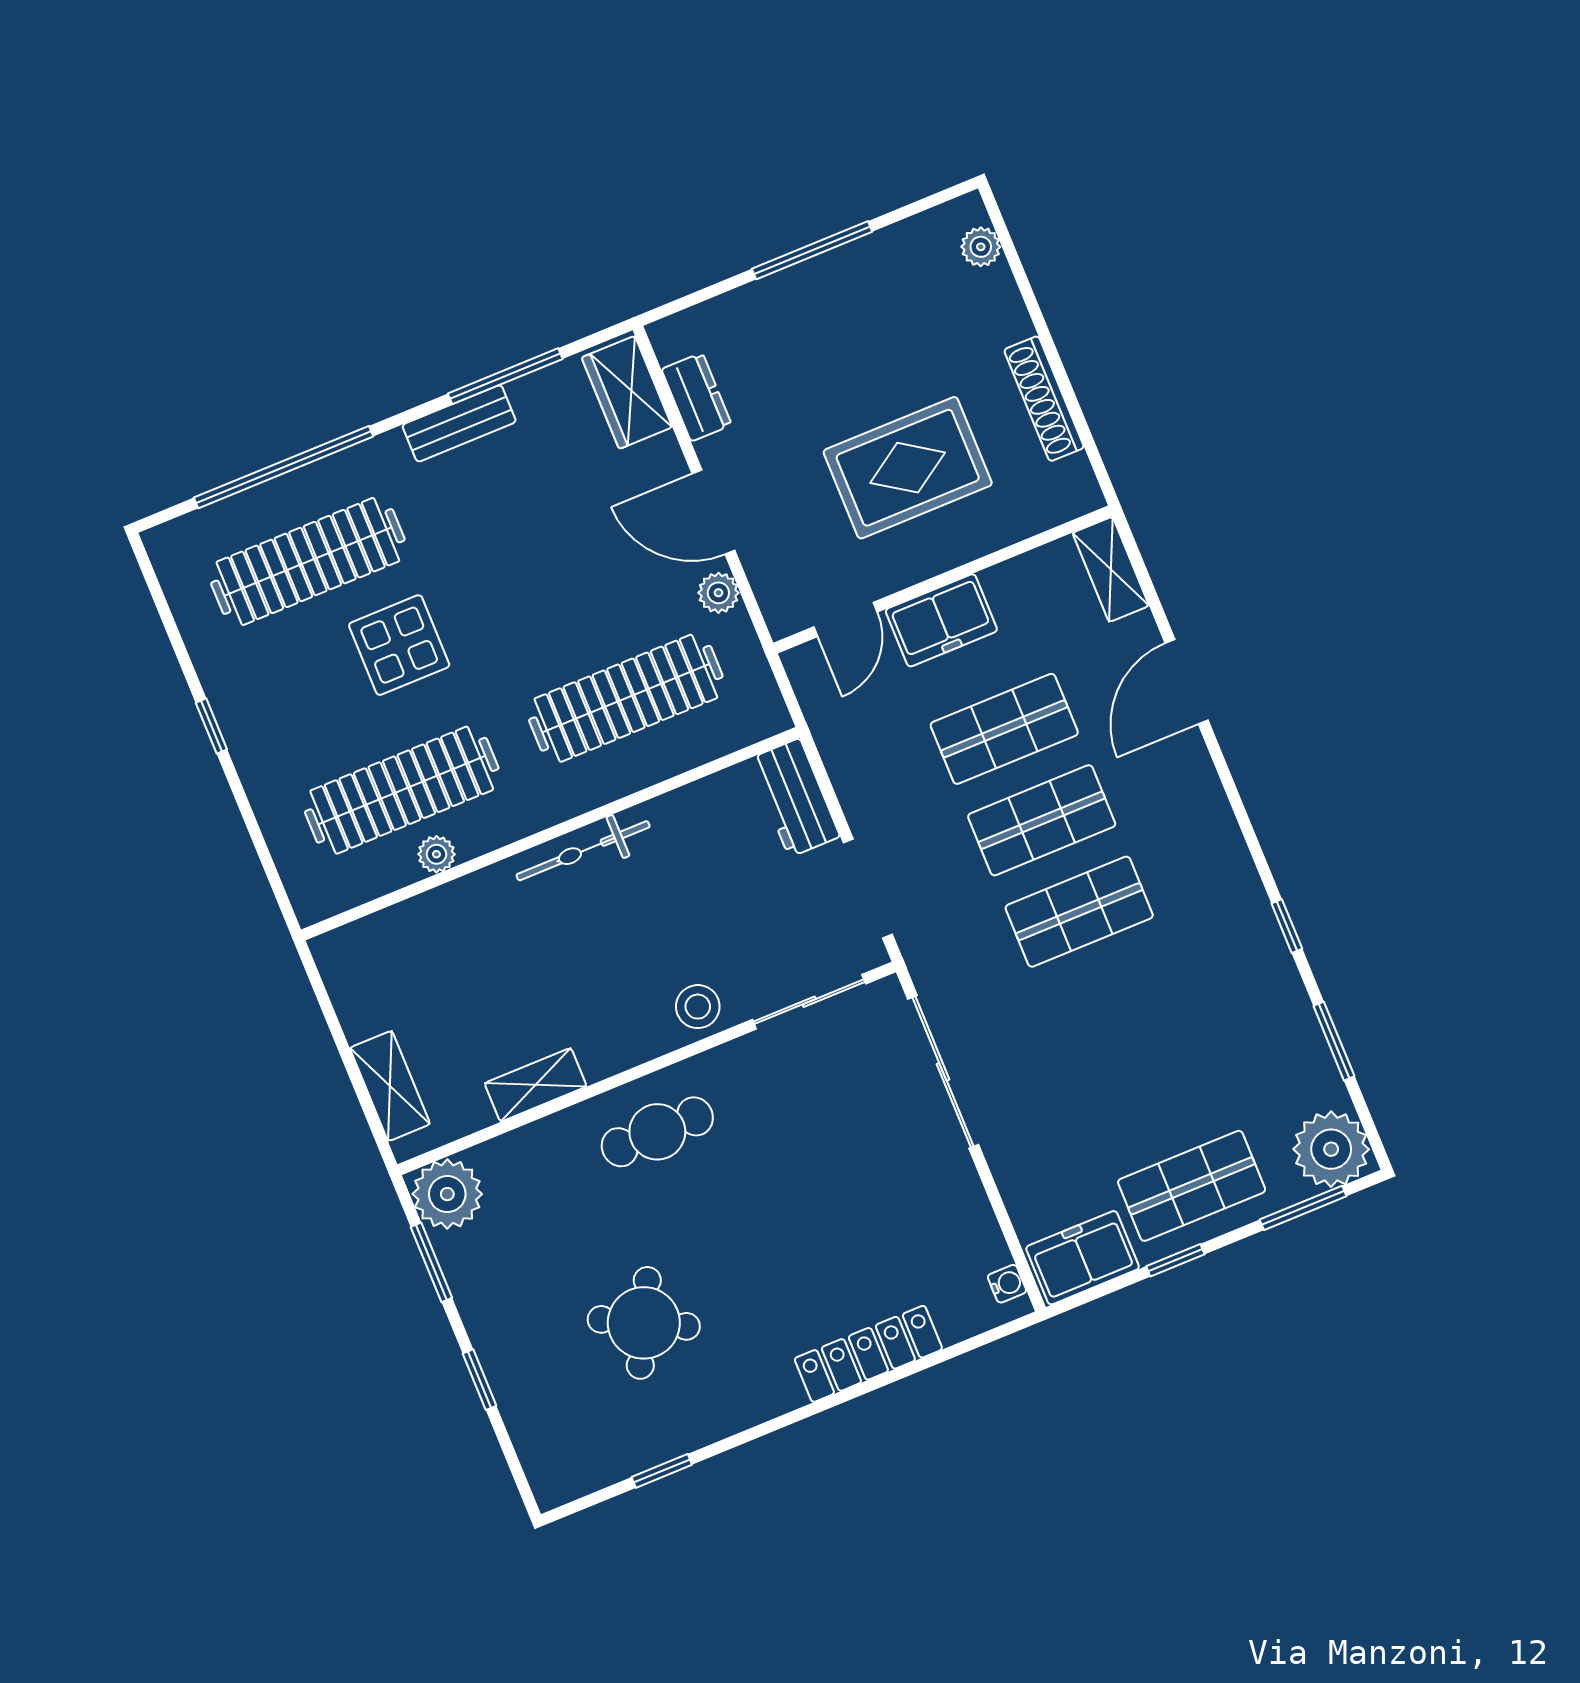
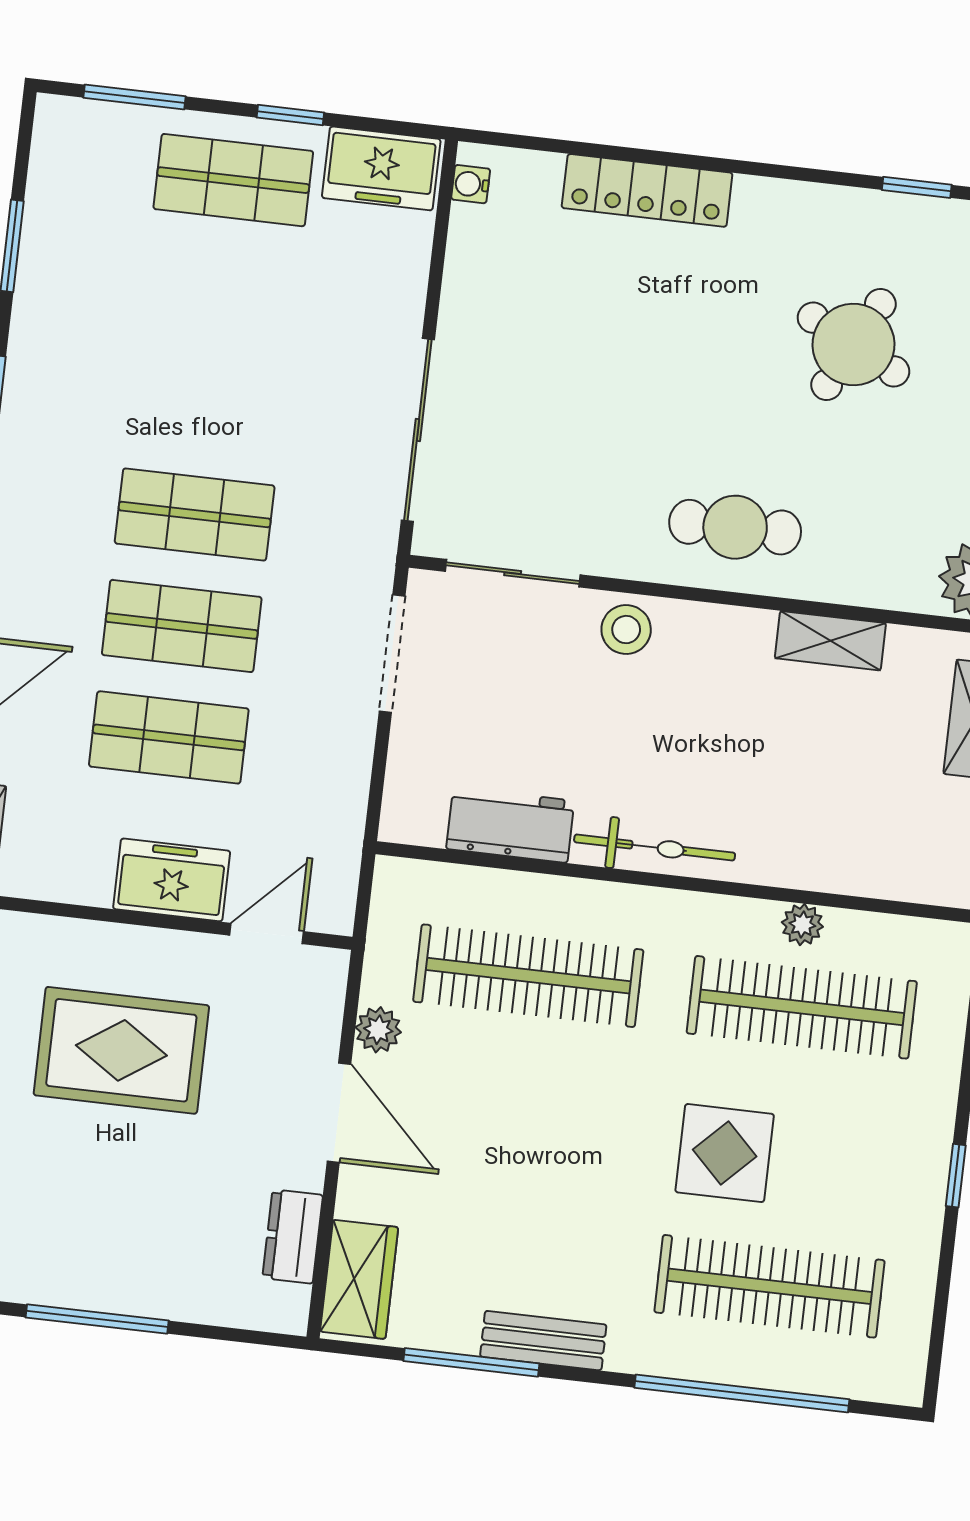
workbench: (794, 798) -> (510, 825), moved, turned -90
plant: (1331, 1149) -> (74, 140), removed

